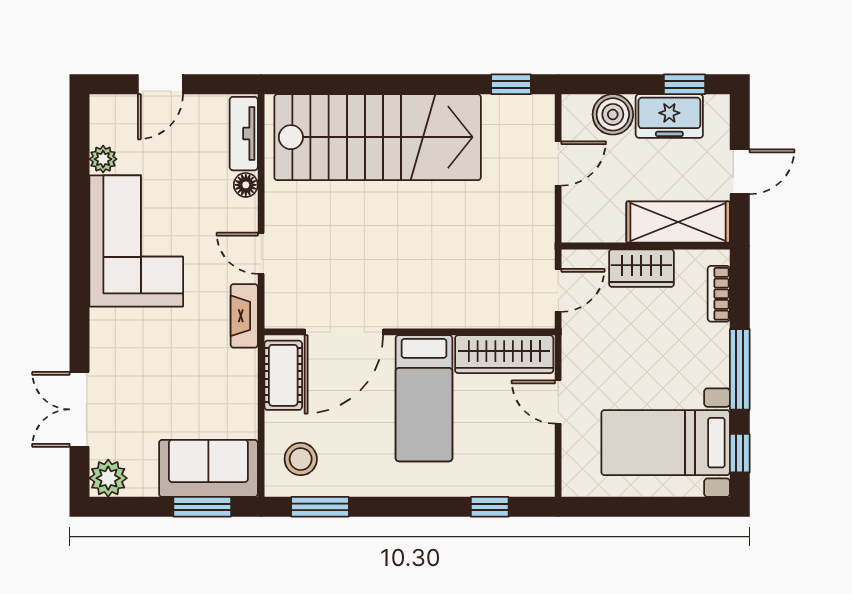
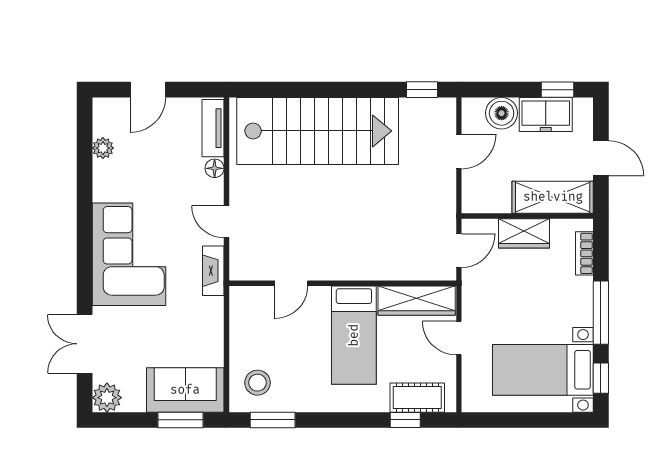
door: (740, 172) -> (601, 158), hinge flipped
corner sofa: (136, 241) -> (129, 254), moved
door: (344, 332) -> (291, 283), width x0.53
cot: (283, 375) -> (417, 398), moved, turned 90

